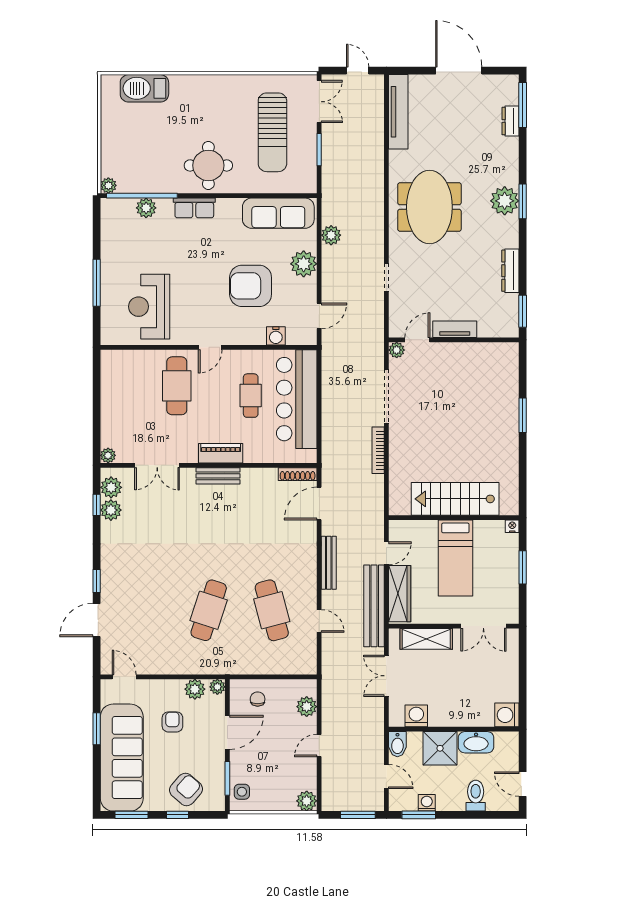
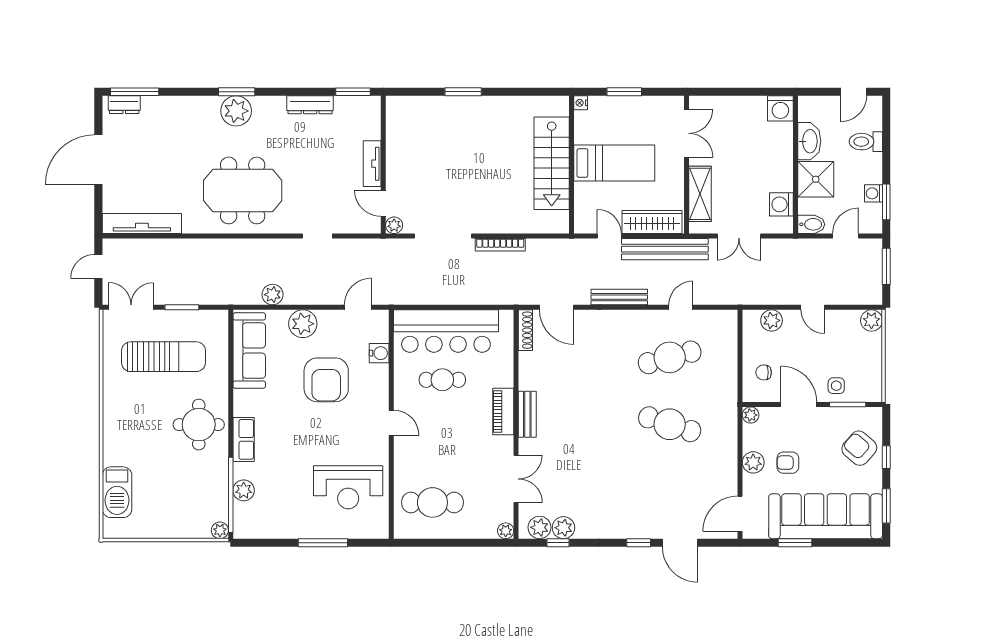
dresser: (511, 121) -> (124, 105), moved
door: (319, 316) -> (358, 307), hinge flipped
cafe table: (177, 386) -> (432, 502), moved
door: (124, 677) -> (740, 514), width x1.38
plant: (195, 689) -> (753, 462), moved
side table: (242, 792) -> (836, 386), moved

